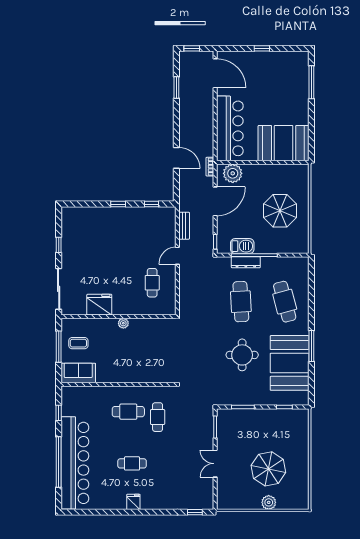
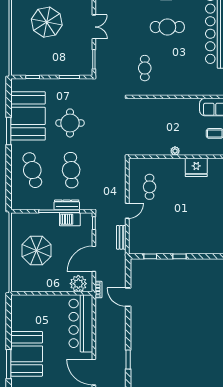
booth: (284, 143) -> (27, 354), moved, turned 90
cafe table: (128, 412) -> (171, 73), removed
cafe table: (132, 463) -> (167, 27), width x1.37, depth x1.35

